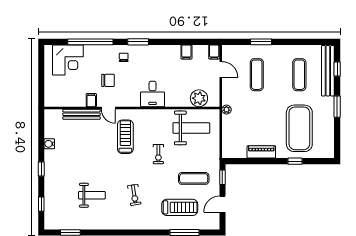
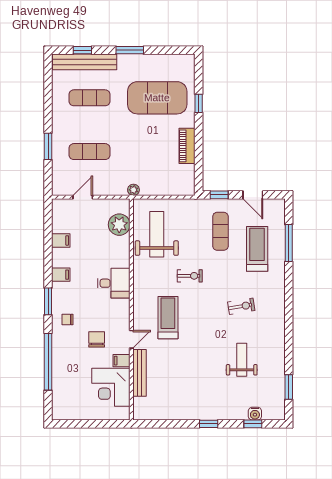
filing cabinet: (214, 52) -> (61, 275), moved
corner desk: (68, 60) -> (111, 387), moved, turned 180
treadmill: (125, 137) -> (168, 318), turned 90
water cooler: (49, 144) -> (255, 414), moved

